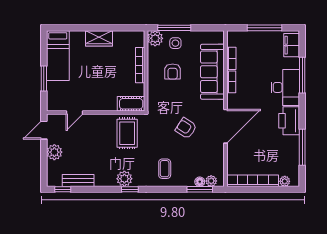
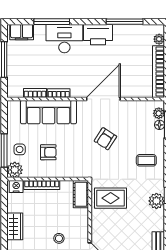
nightstand: (139, 40) -> (16, 187), added
stool: (87, 82) -> (59, 238), added
door: (225, 126) -> (103, 99), hinge flipped

